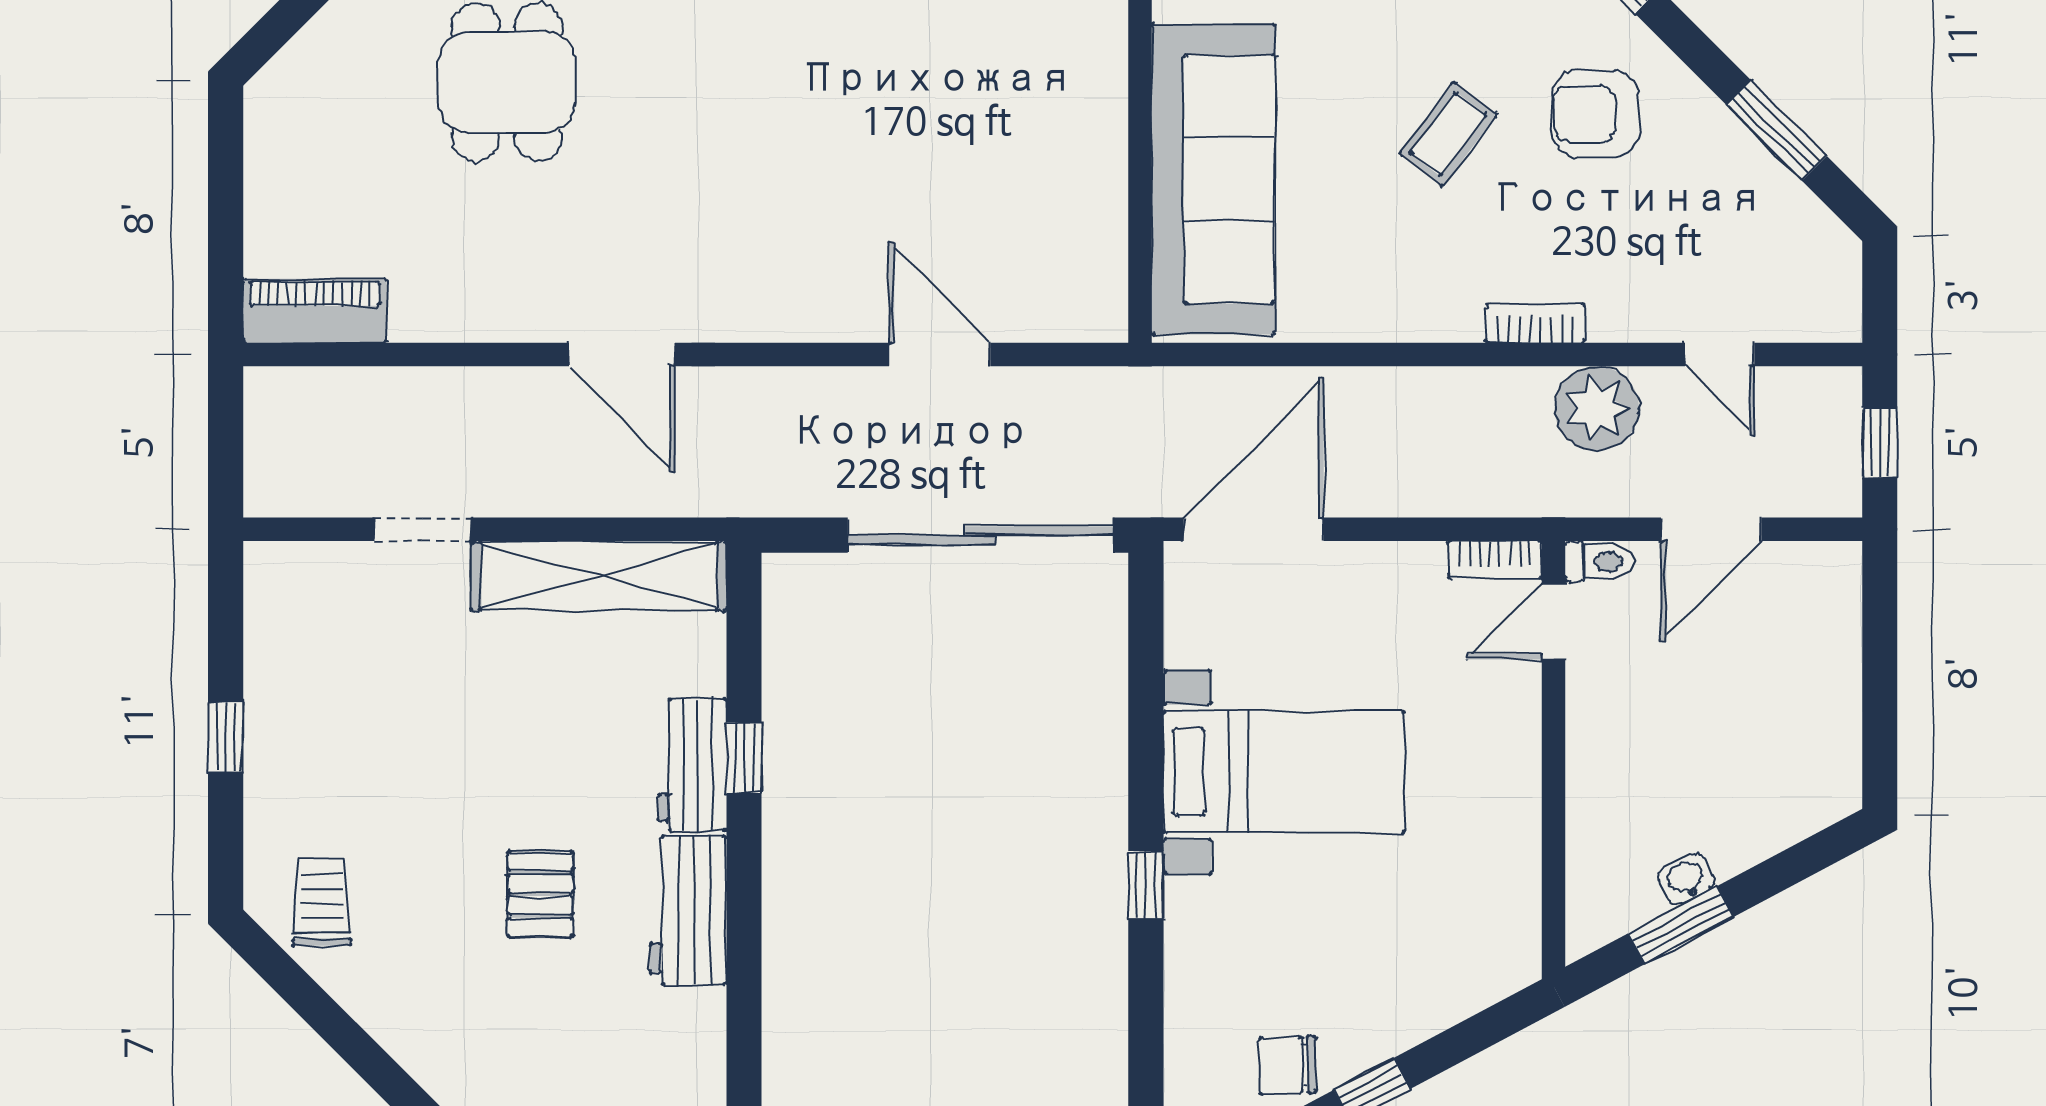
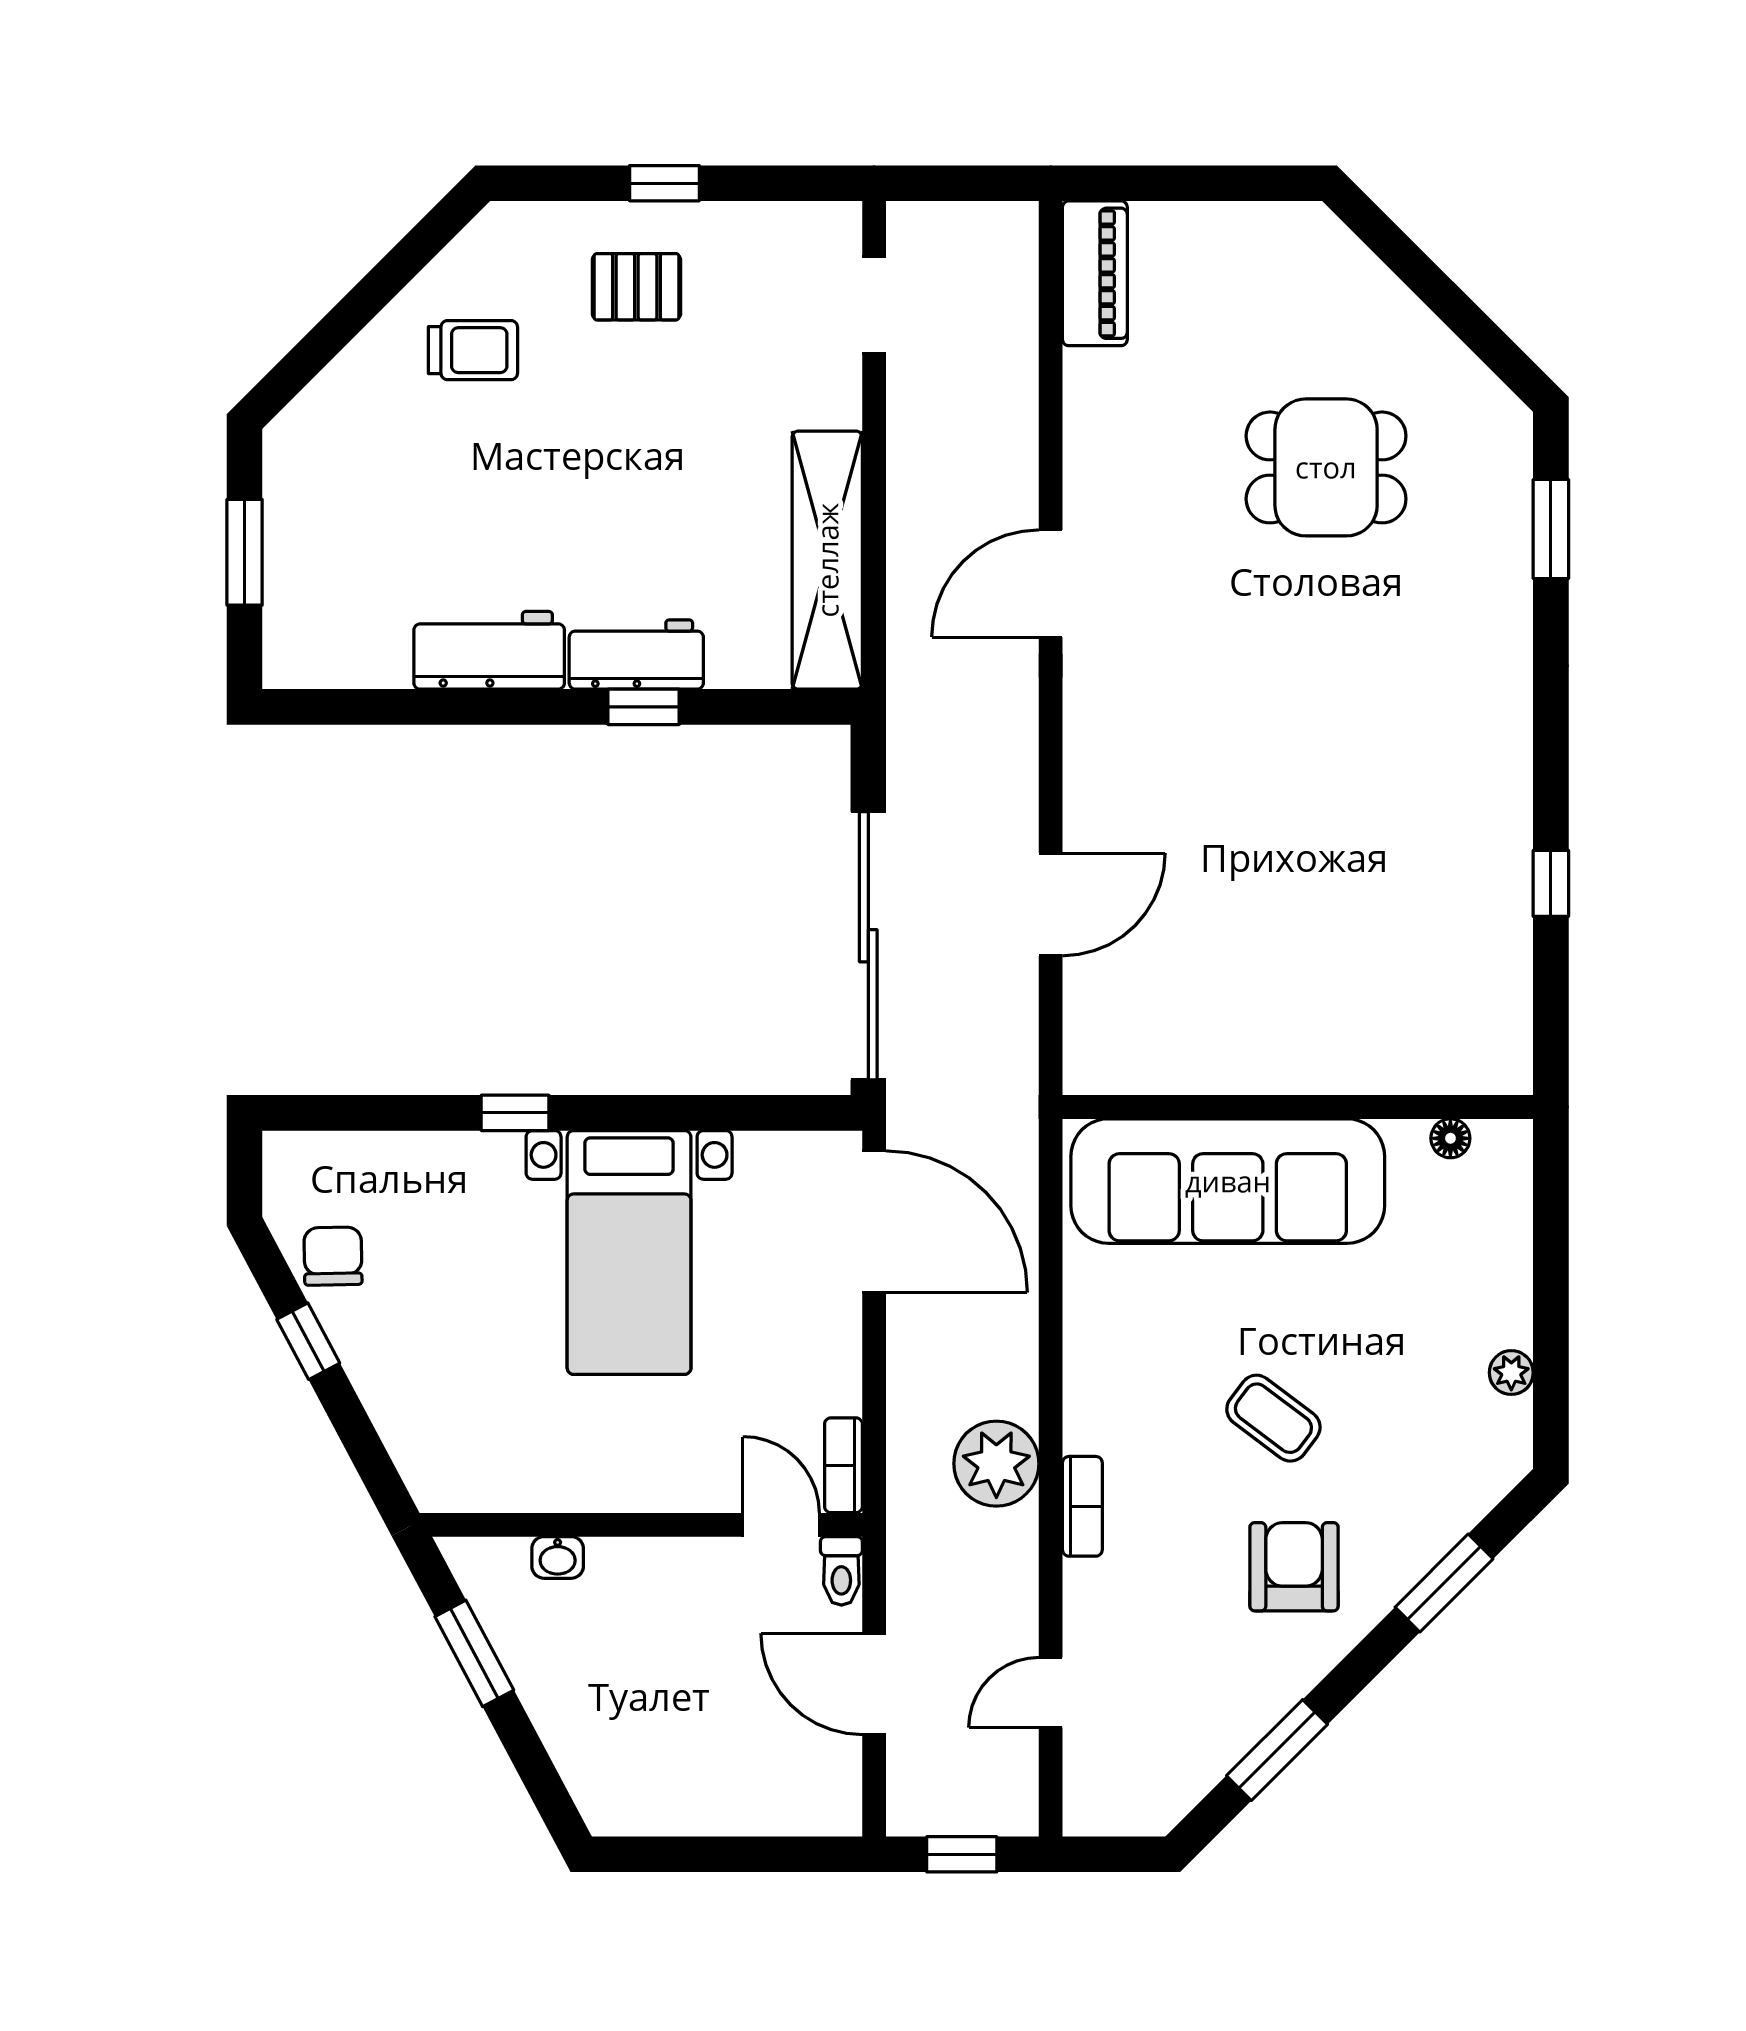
plant: (1597, 408) -> (996, 1464), moved
doorway: (423, 529) -> (874, 305), moved
washbasin: (1686, 879) -> (558, 1557), moved, turned 118
pallet: (540, 894) -> (636, 287), moved
trolley: (322, 901) -> (473, 350), moved

